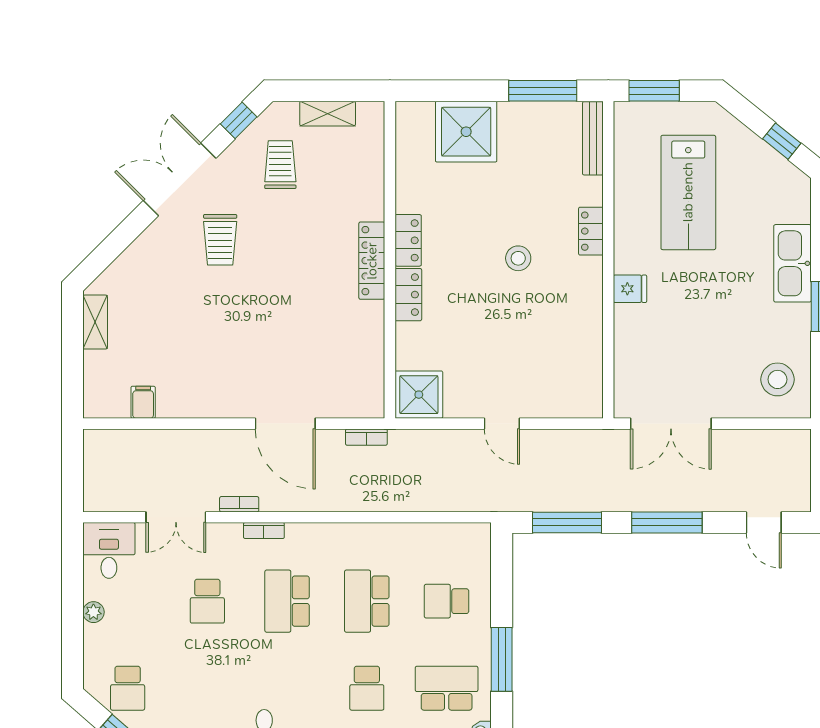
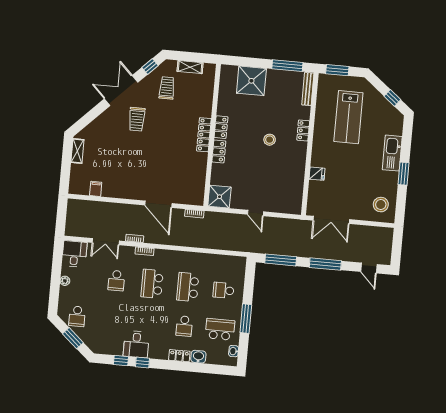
fridge: (630, 289) -> (317, 174), moved

